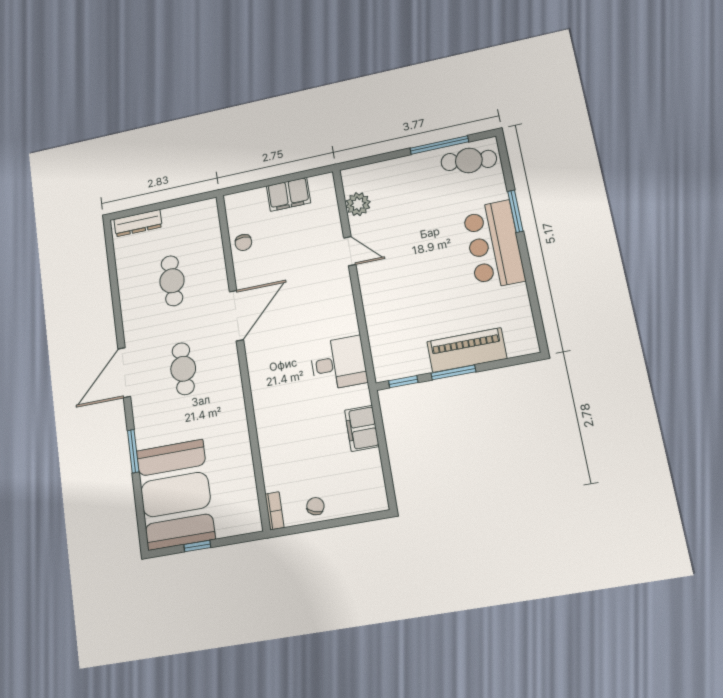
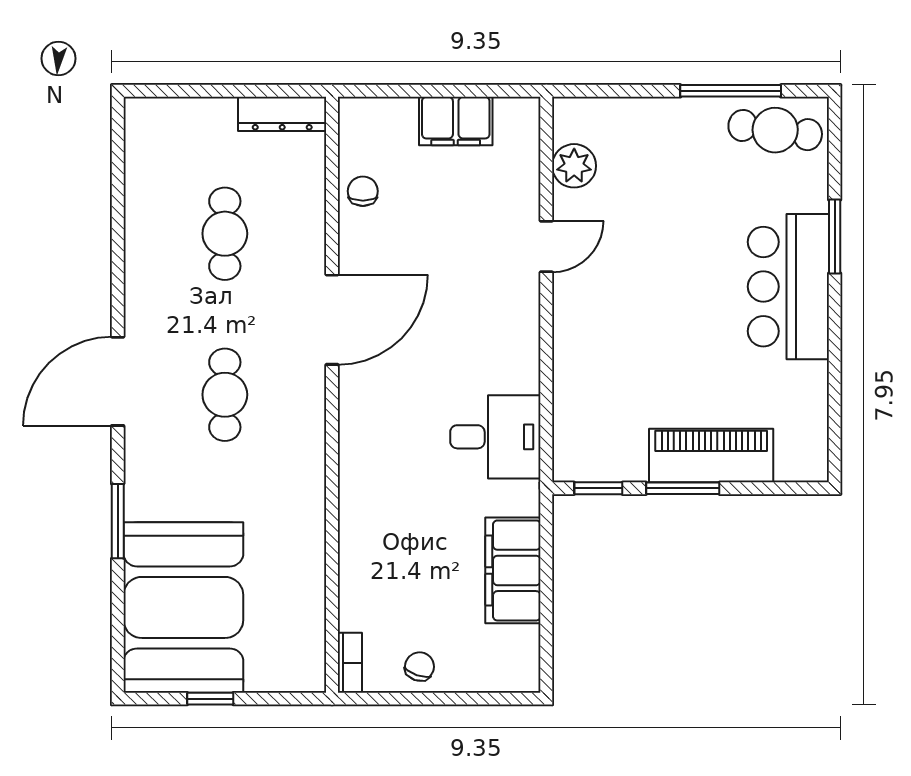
dresser: (138, 223) -> (282, 114), moved
chair: (243, 242) -> (363, 191), turned 180
door: (350, 251) -> (546, 247), hinge flipped
filing cabinet: (362, 428) -> (513, 570), width x1.50, depth x1.17

